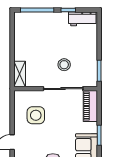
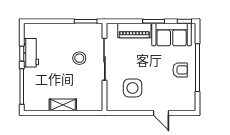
workbench: (82, 19) -> (31, 53), moved
shelving: (20, 74) -> (63, 105), moved
piano: (90, 106) -> (134, 31), moved

